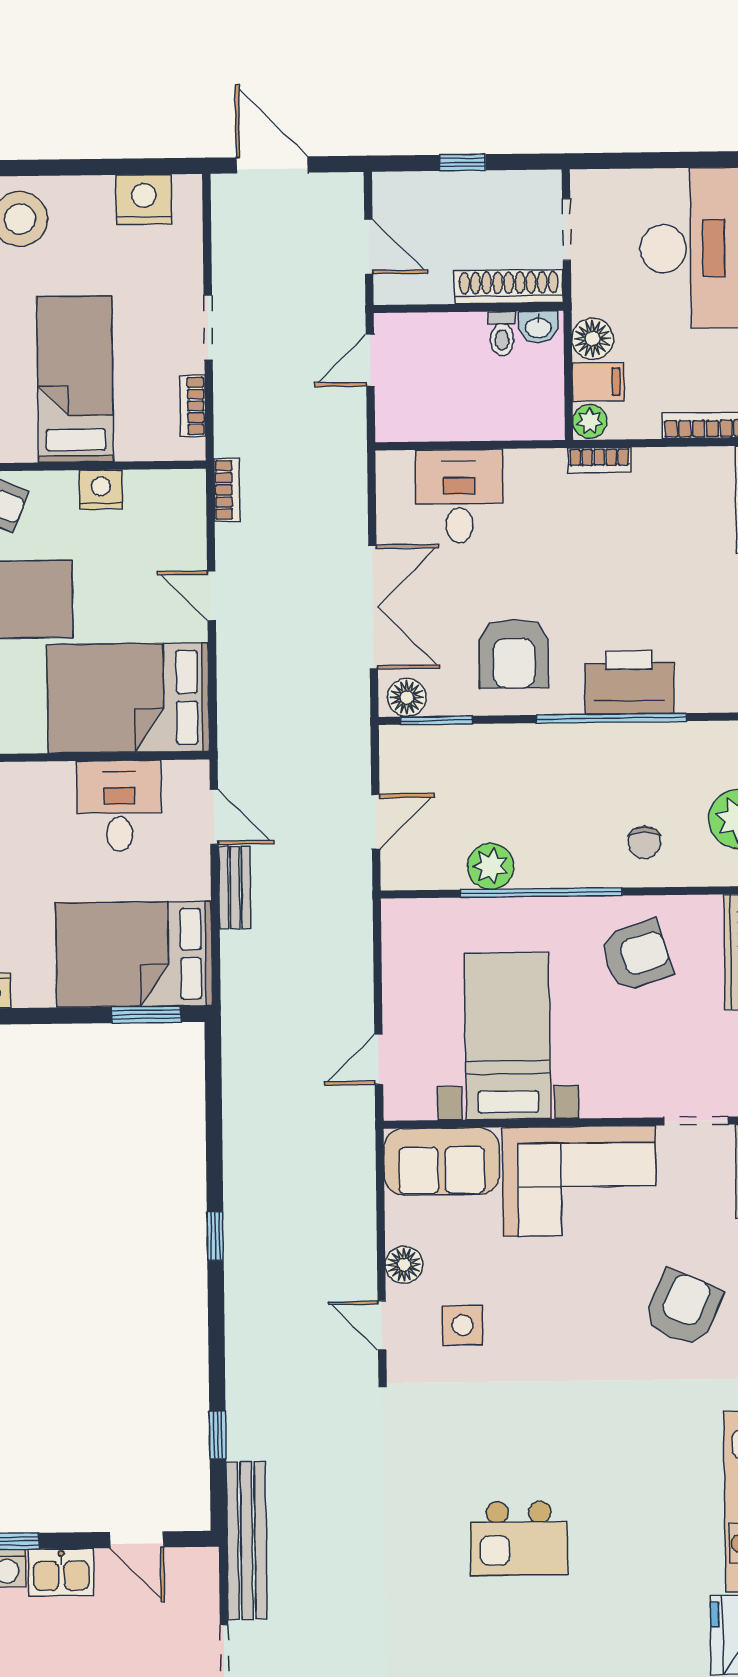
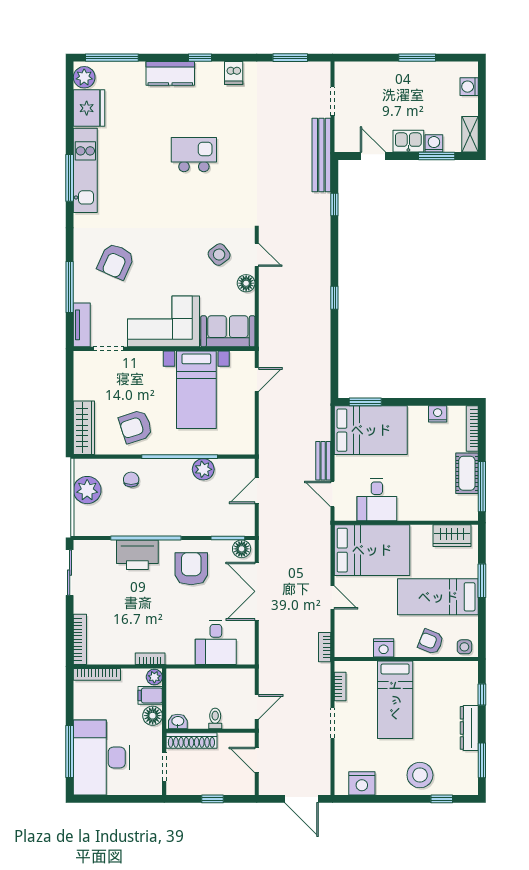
toilet: (502, 334) -> (215, 719), moved
side table: (462, 1325) -> (219, 255), turned -38

